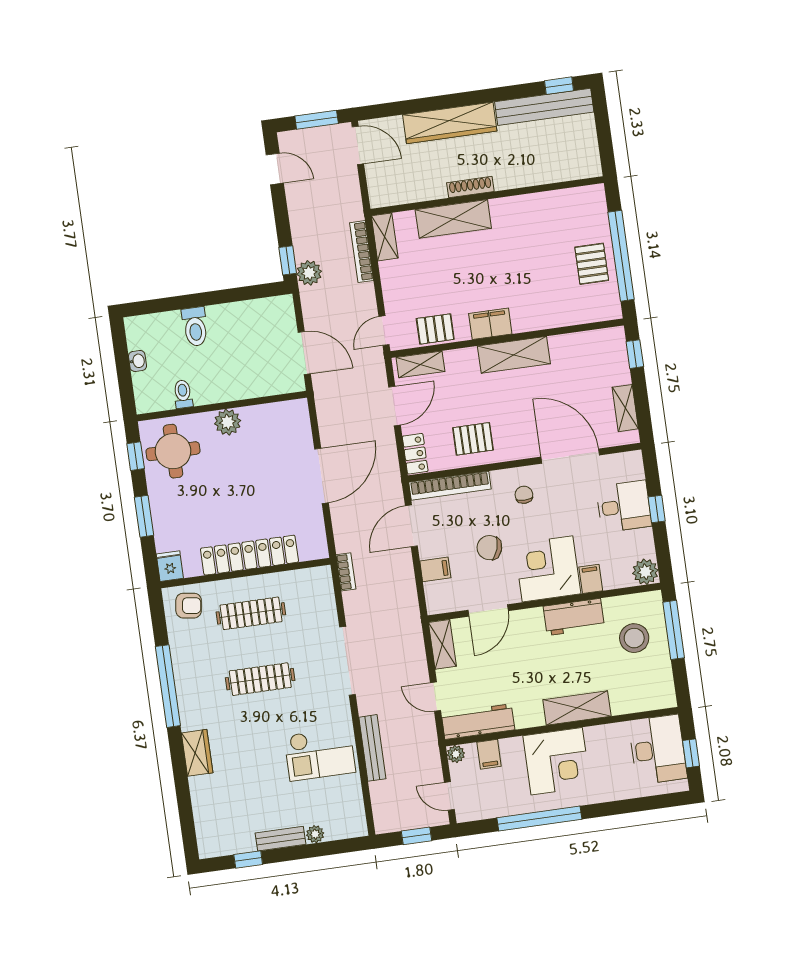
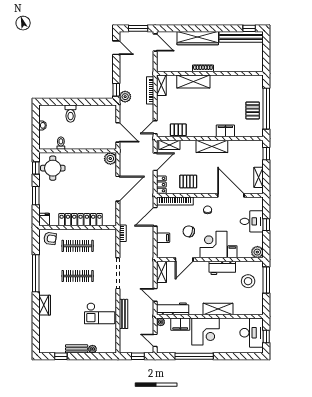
filing cabinet: (490, 324) -> (225, 131), moved
plant: (228, 422) -> (110, 159), moved
filing cabinet: (489, 754) -> (180, 324), width x2.00

